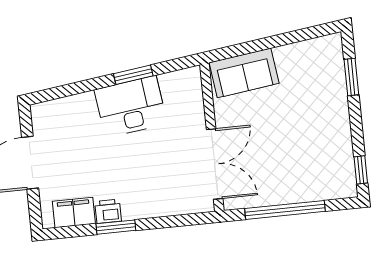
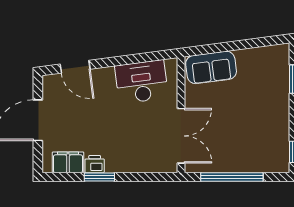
window: (133, 75) -> (125, 60), removed
door: (71, 90) -> (75, 67), added
desk: (131, 107) -> (142, 82), moved

